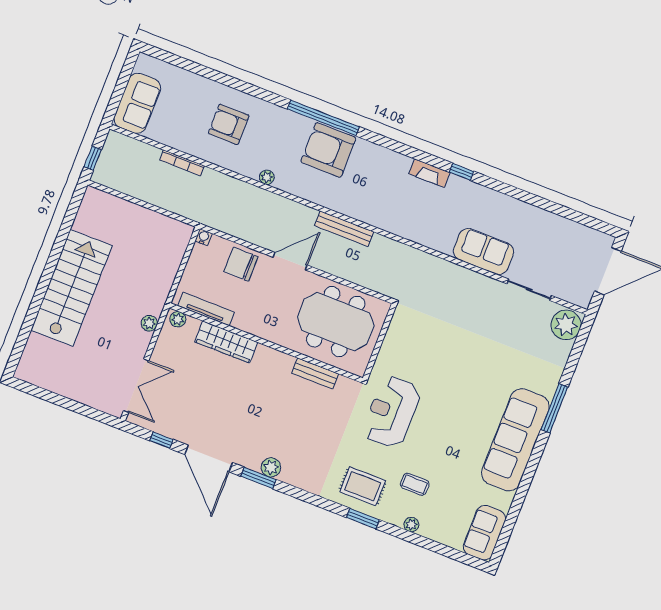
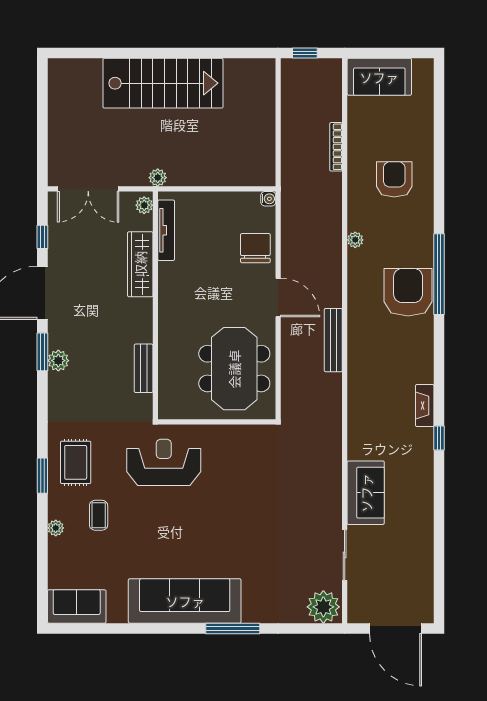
tv unit: (206, 309) -> (166, 230), moved
plant: (178, 319) -> (144, 205), moved
wardrobe: (226, 342) -> (140, 264), moved
wall: (266, 343) -> (155, 305), moved
bench: (315, 373) -> (144, 368), moved

